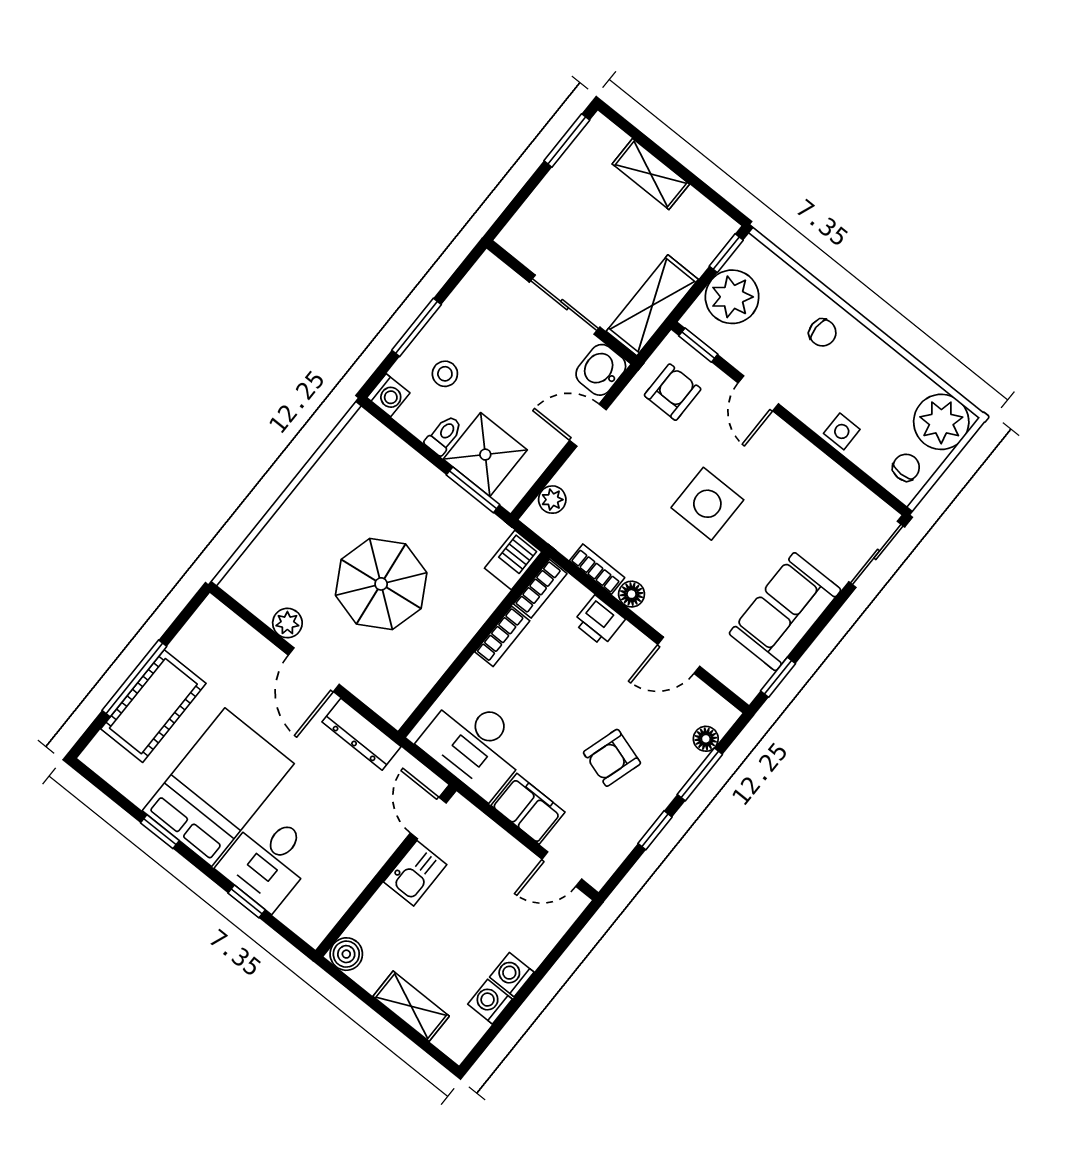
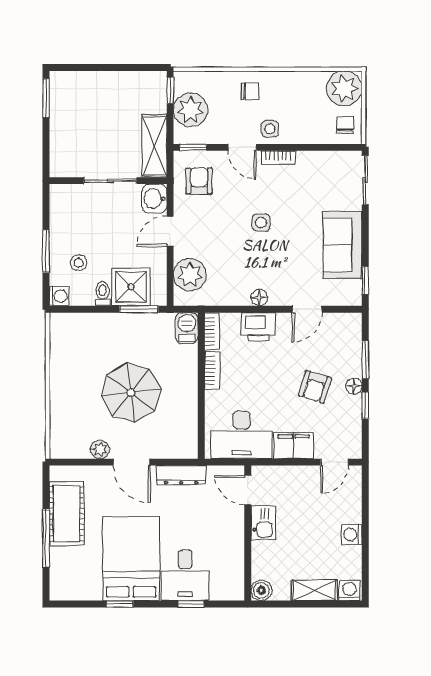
shelving: (651, 174) -> (101, 81), removed
side table: (842, 431) -> (270, 129), moved
plant: (552, 500) -> (190, 275), width x1.87, depth x1.87
side table: (707, 504) -> (261, 222), width x0.54, depth x0.54
bookcase: (597, 569) -> (278, 158), moved, turned 180
printer: (599, 621) -> (258, 327), width x1.36, depth x1.24
cot: (153, 706) -> (67, 514), moved
floor lamp: (706, 739) -> (354, 386), moved
washing machine: (490, 1002) -> (349, 591), moved, turned 90

